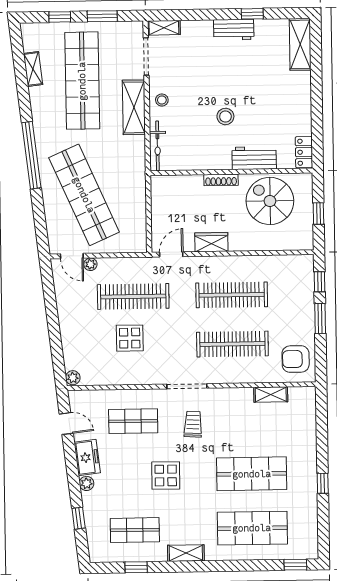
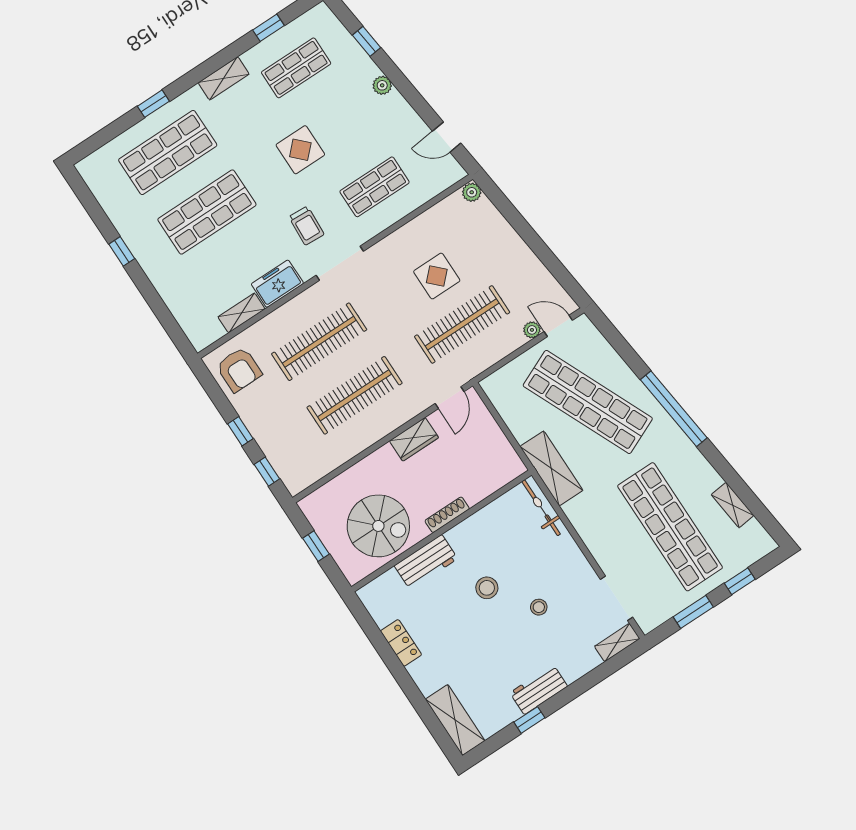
stool: (162, 100) -> (539, 607), moved
shelving: (134, 107) -> (551, 468), moved
locker: (304, 152) -> (401, 643), moved
window: (320, 319) -> (240, 431), width x0.67
armchair: (296, 359) -> (239, 370), turned 90
freezer: (87, 458) -> (277, 284), moved, turned 97
window: (295, 565) -> (153, 104), moved

